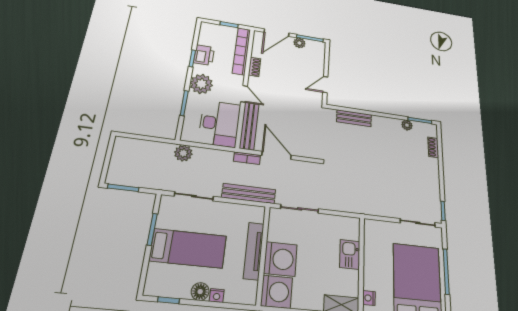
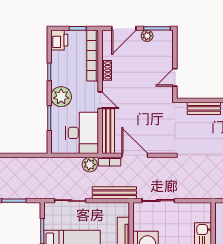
printer: (204, 55) -> (59, 40), moved
plant: (183, 153) -> (90, 165), moved

